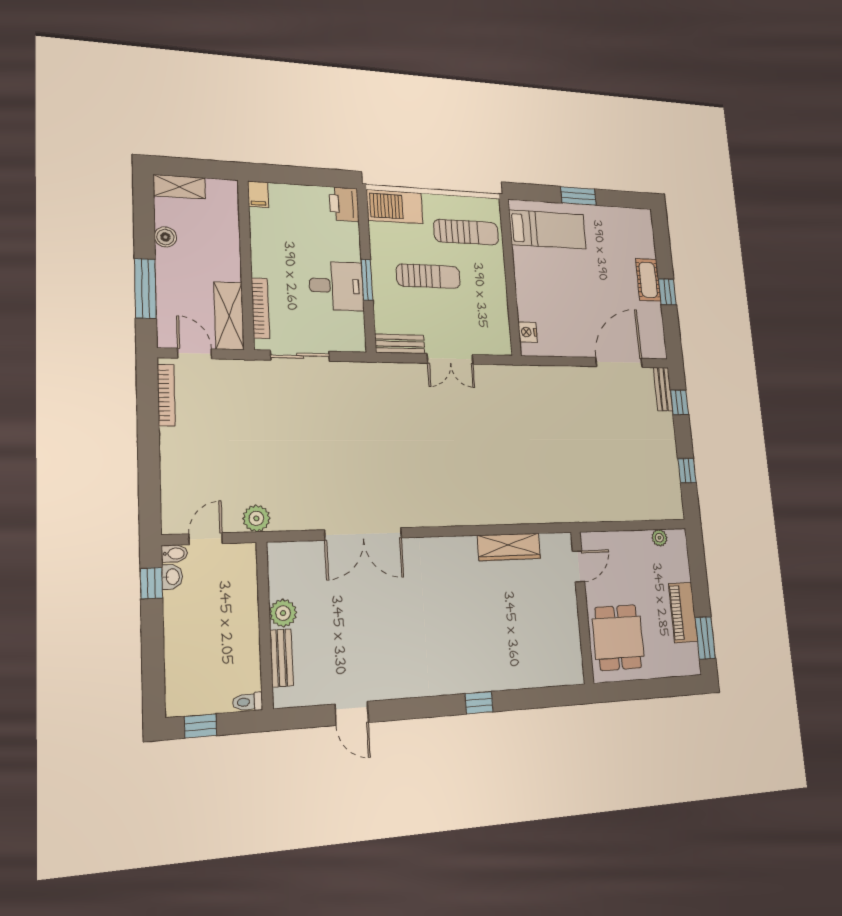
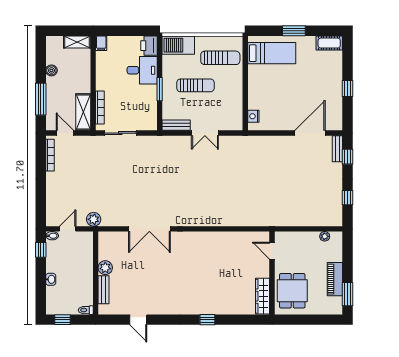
shelving: (179, 187) -> (77, 42), moved
cot: (648, 280) -> (329, 43), moved, turned 90
desk: (336, 286) -> (142, 70), moved
wardrobe: (509, 547) -> (263, 296), moved, turned 90
door: (579, 566) -> (272, 251), swing flipped
washbasin: (172, 577) -> (51, 279), moved

